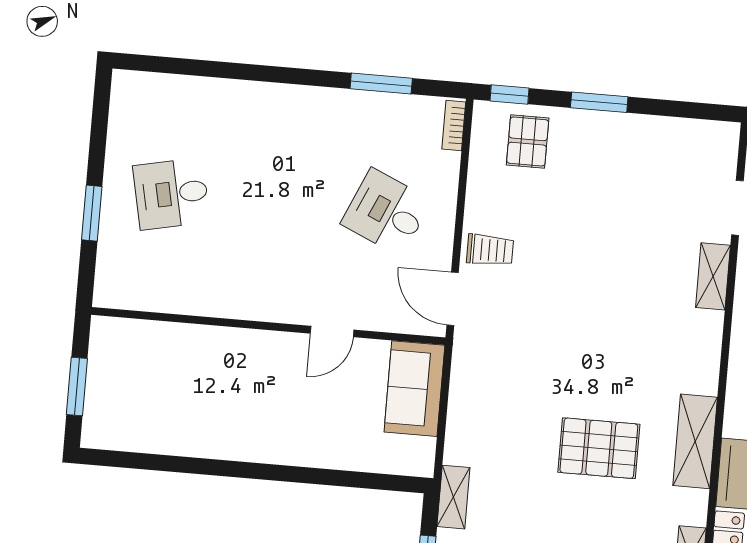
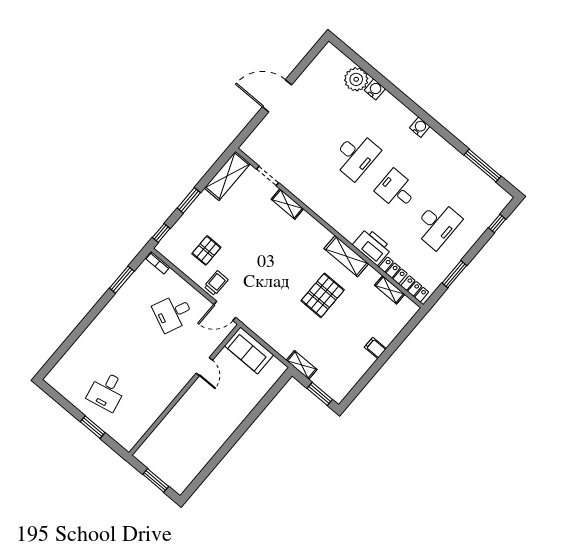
shelving: (688, 138) -> (227, 176), added
pallet: (528, 141) -> (206, 250), moved, turned 90

